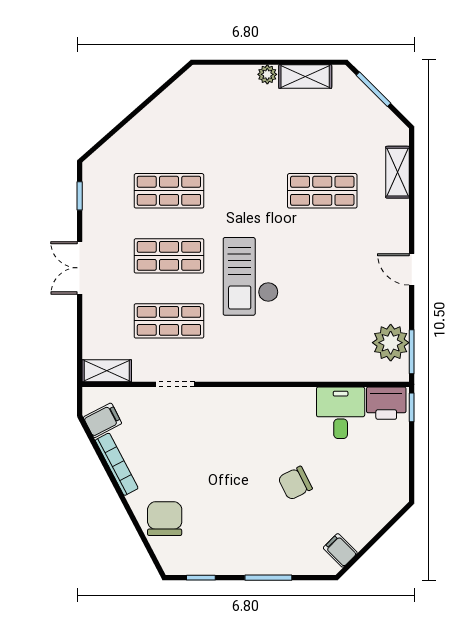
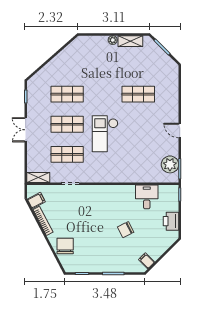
shelving: (398, 172) -> (173, 85), removed
printer: (386, 403) -> (171, 221), moved, turned 90

